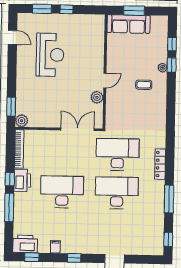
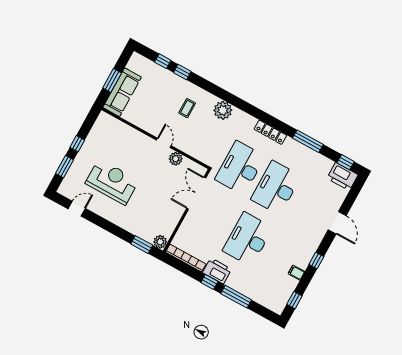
plant: (162, 68) -> (223, 110), moved, width x1.88, depth x1.88
printer: (25, 244) -> (342, 176), moved, turned -90

